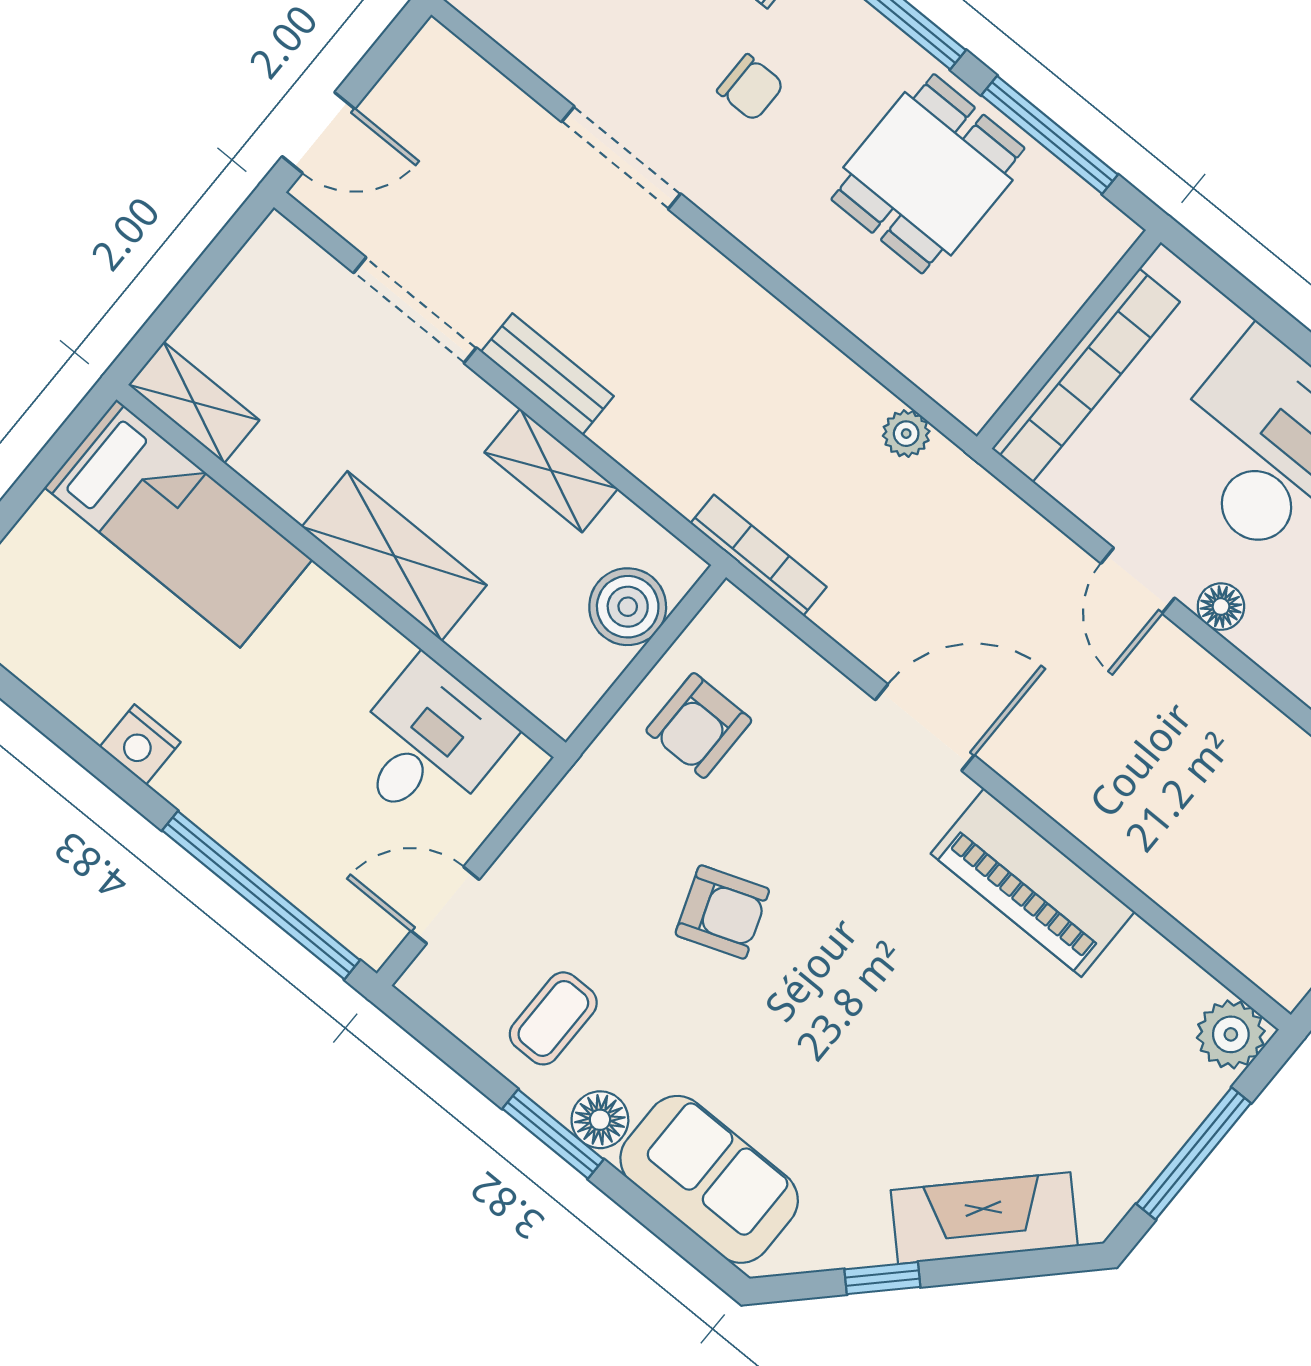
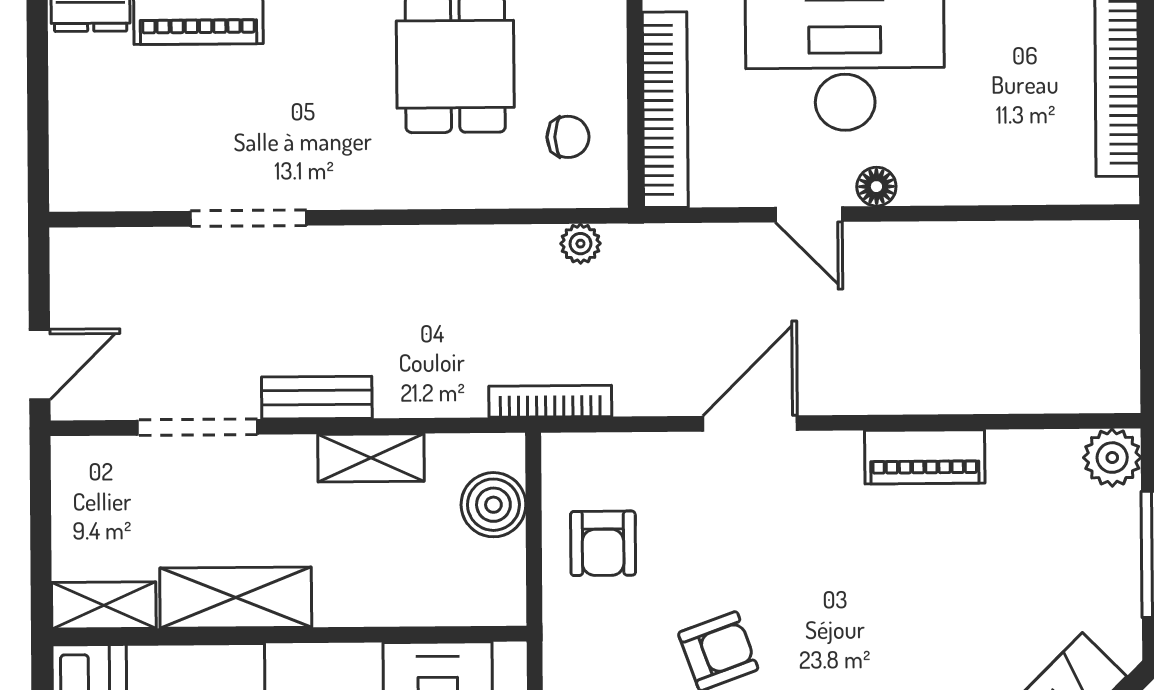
chair: (751, 88) -> (568, 137), moved
shelving: (394, 556) -> (236, 598), moved
piano: (1033, 883) -> (925, 457), width x0.73, depth x0.75

